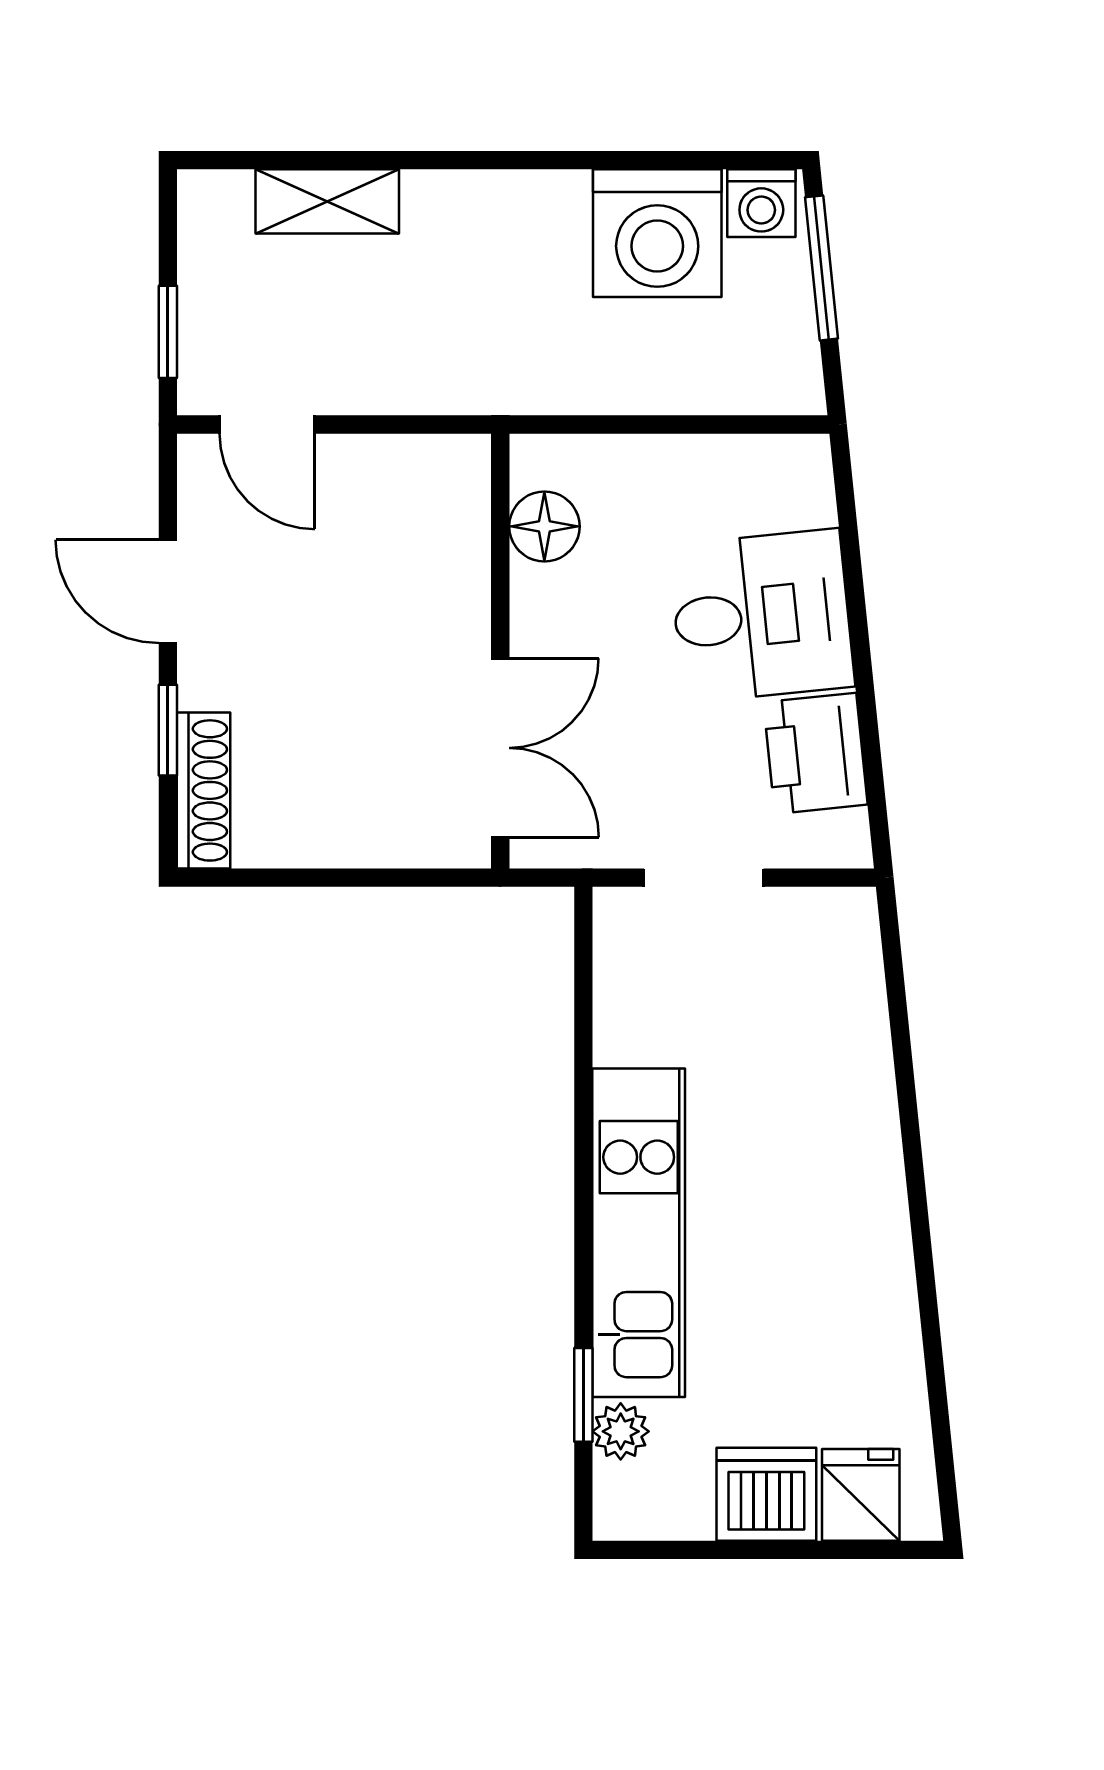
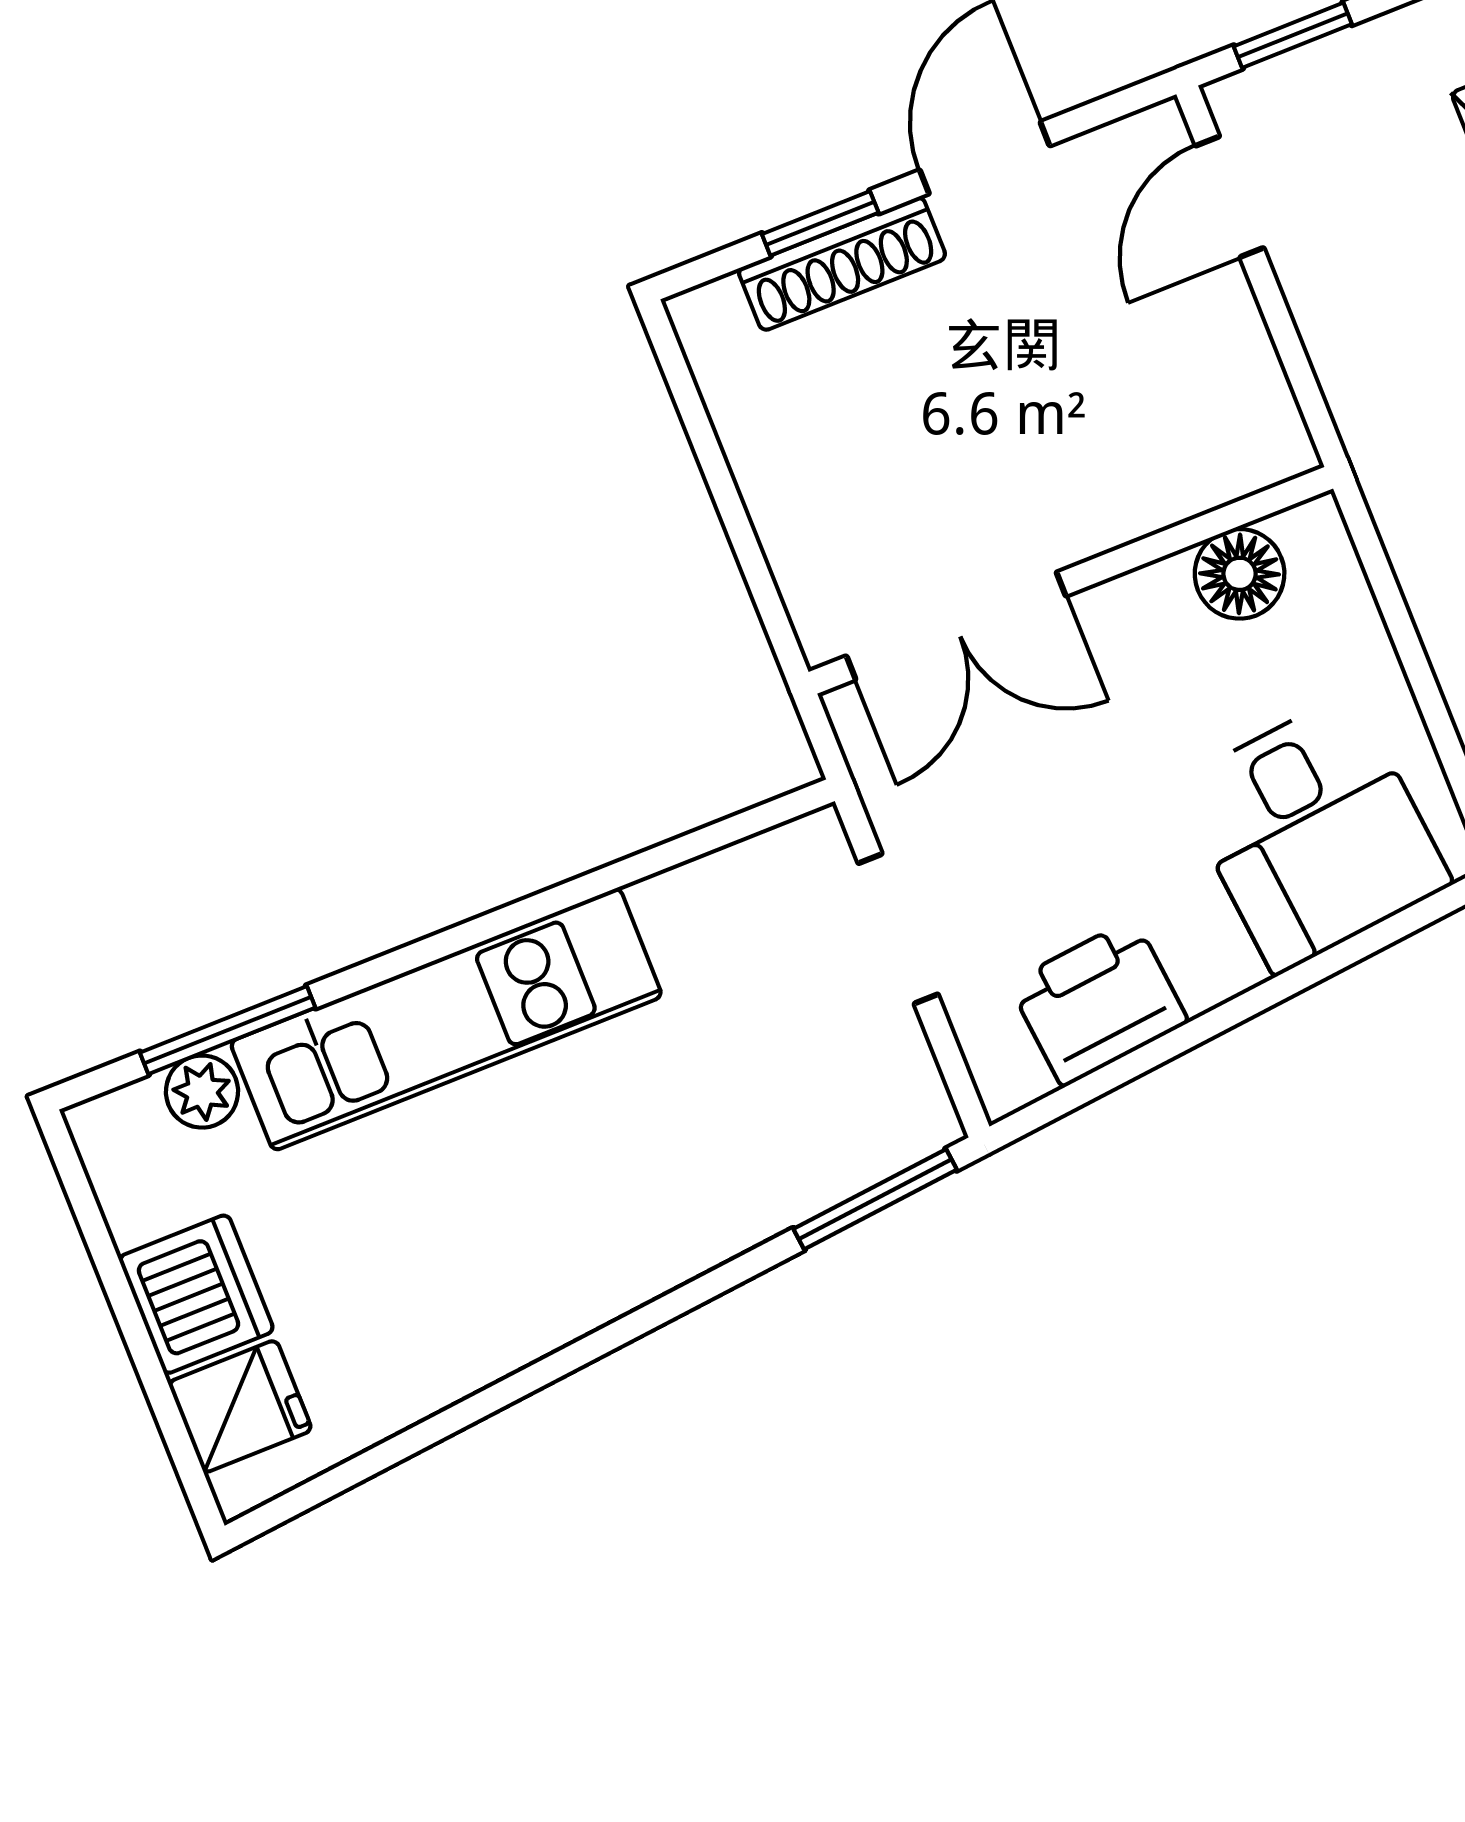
desk: (762, 616) -> (1313, 833), moved
shoe rack: (204, 790) -> (842, 264), moved
window: (894, 973) -> (875, 1199), added
window: (583, 1395) -> (228, 1030), width x1.50

